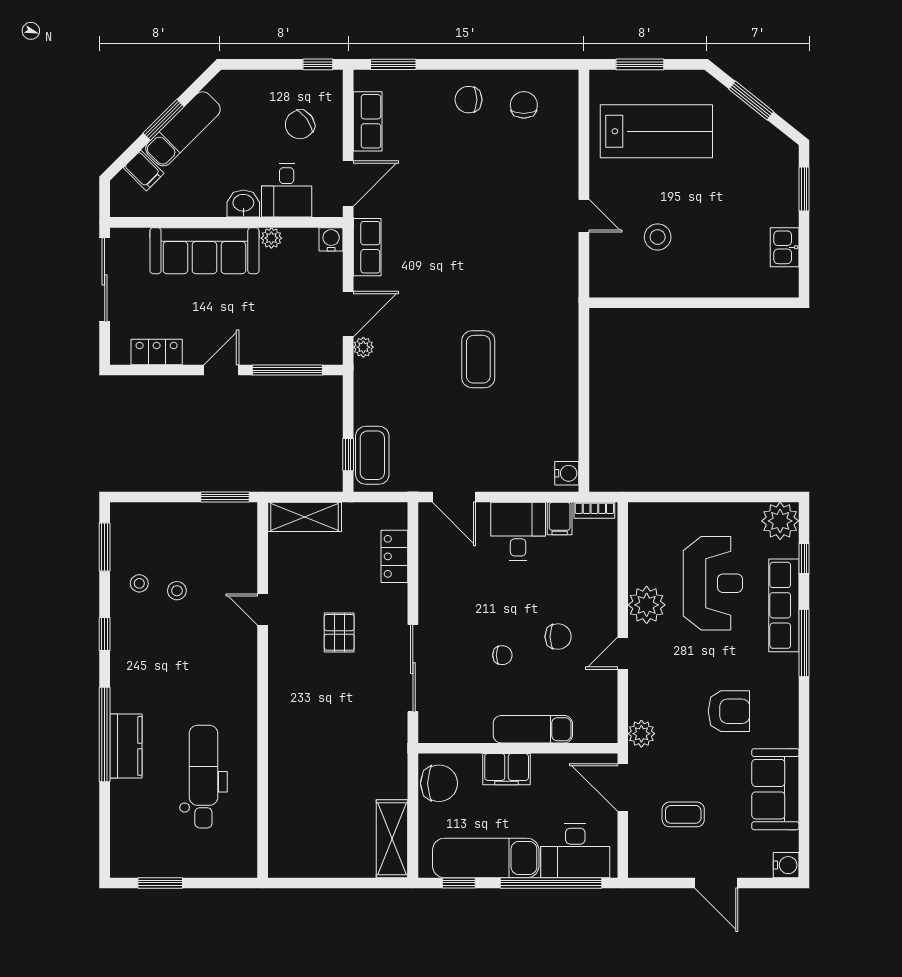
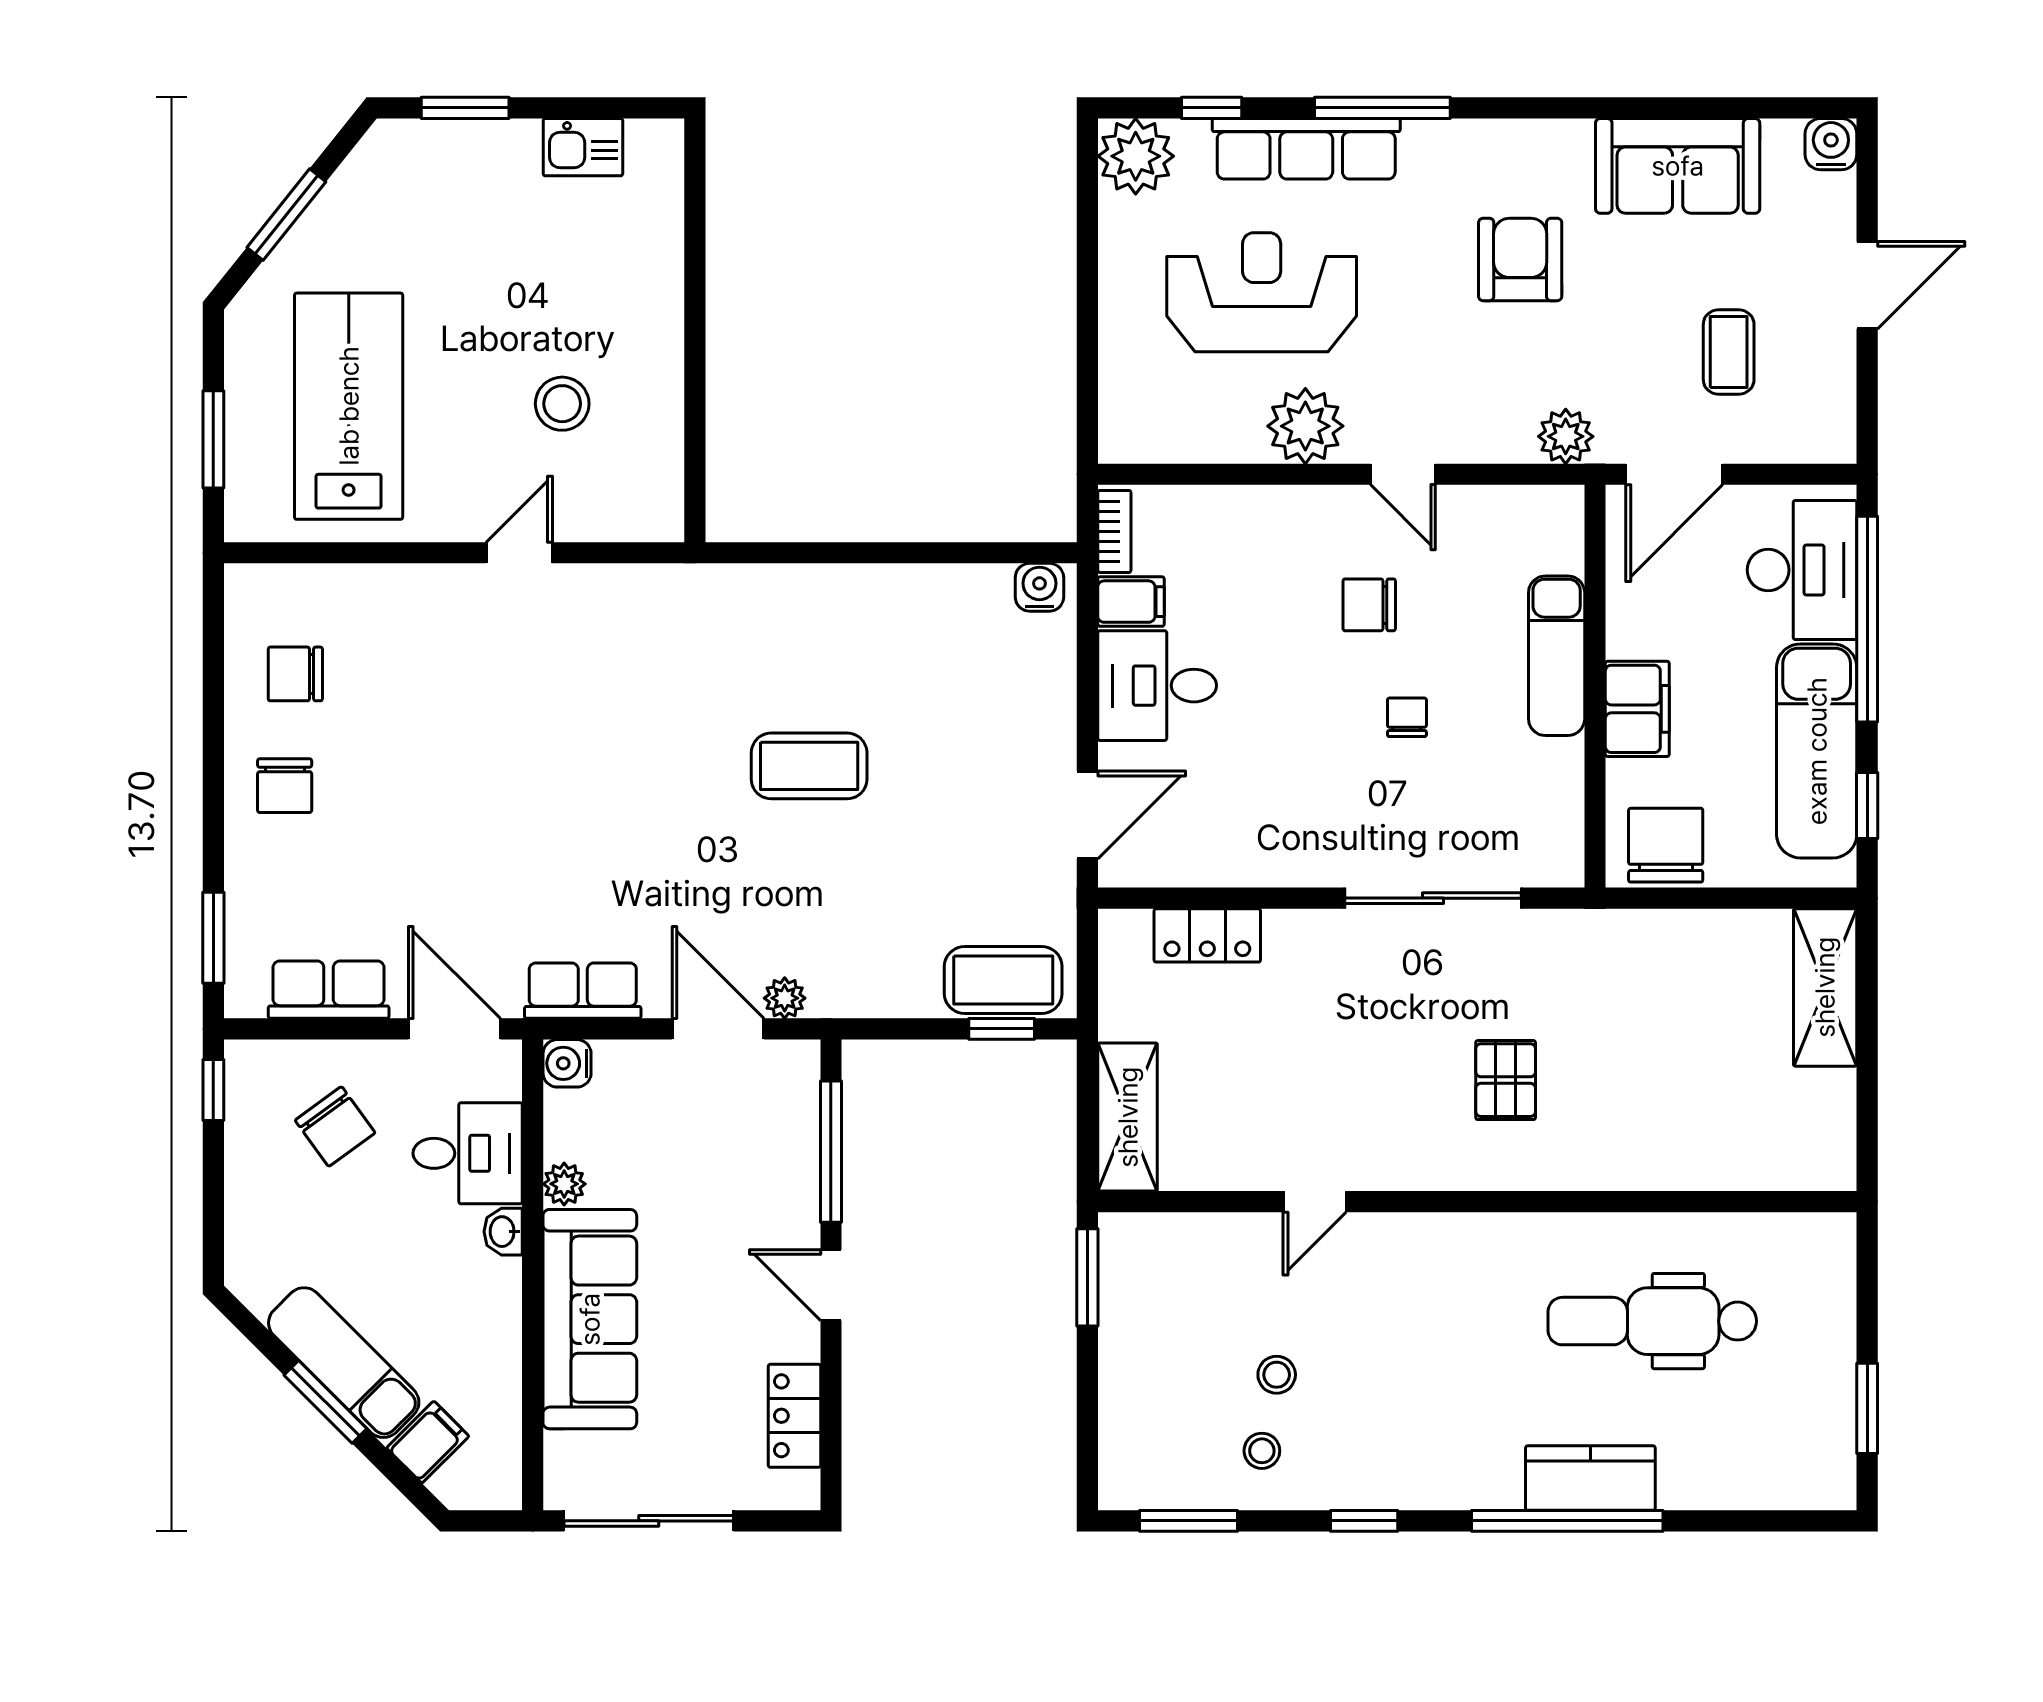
washbasin: (243, 204) -> (503, 1232), width x0.72, depth x0.69
pallet: (339, 632) -> (1506, 1080), moved, turned 90
chair: (558, 637) -> (1369, 605), turned -90
shelving: (392, 839) -> (1825, 987), moved, turned 90

